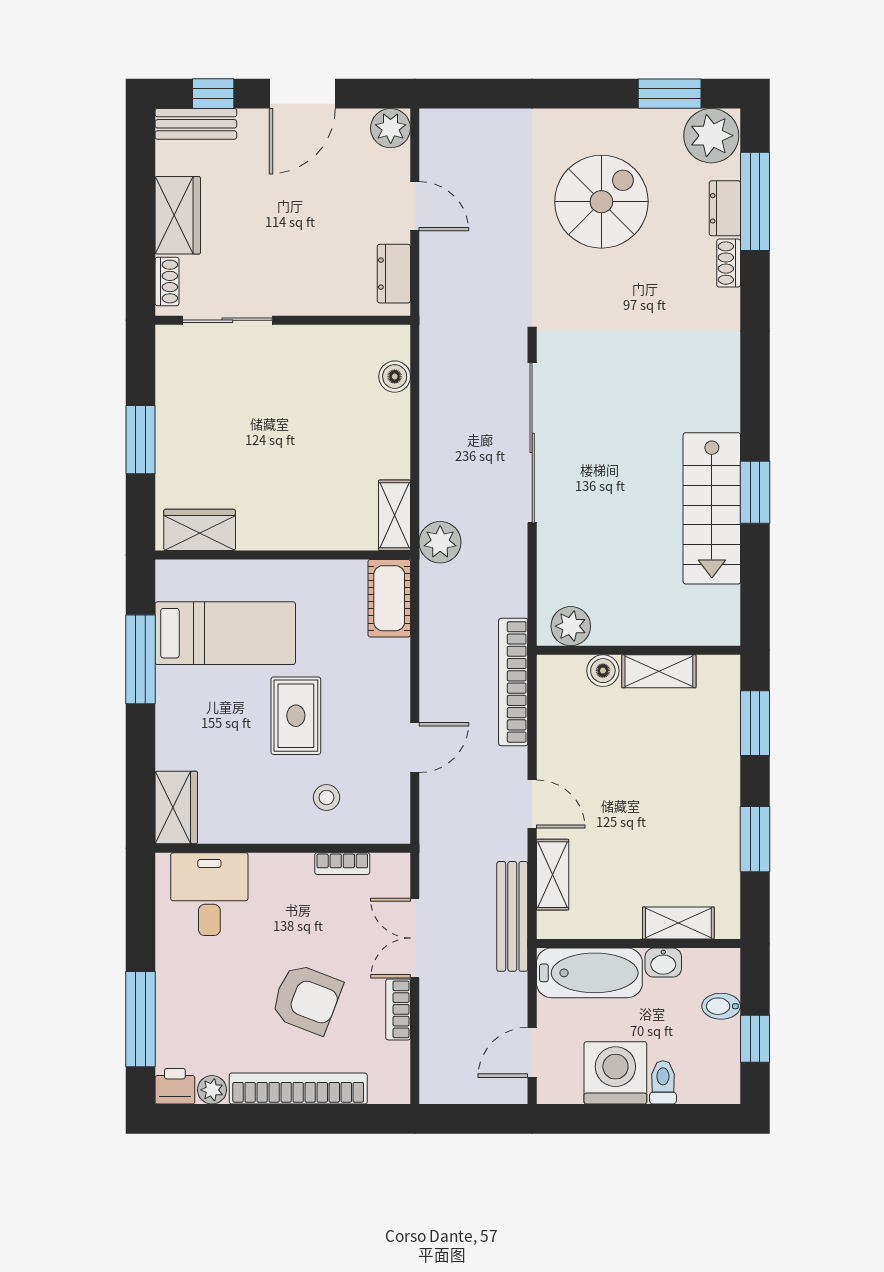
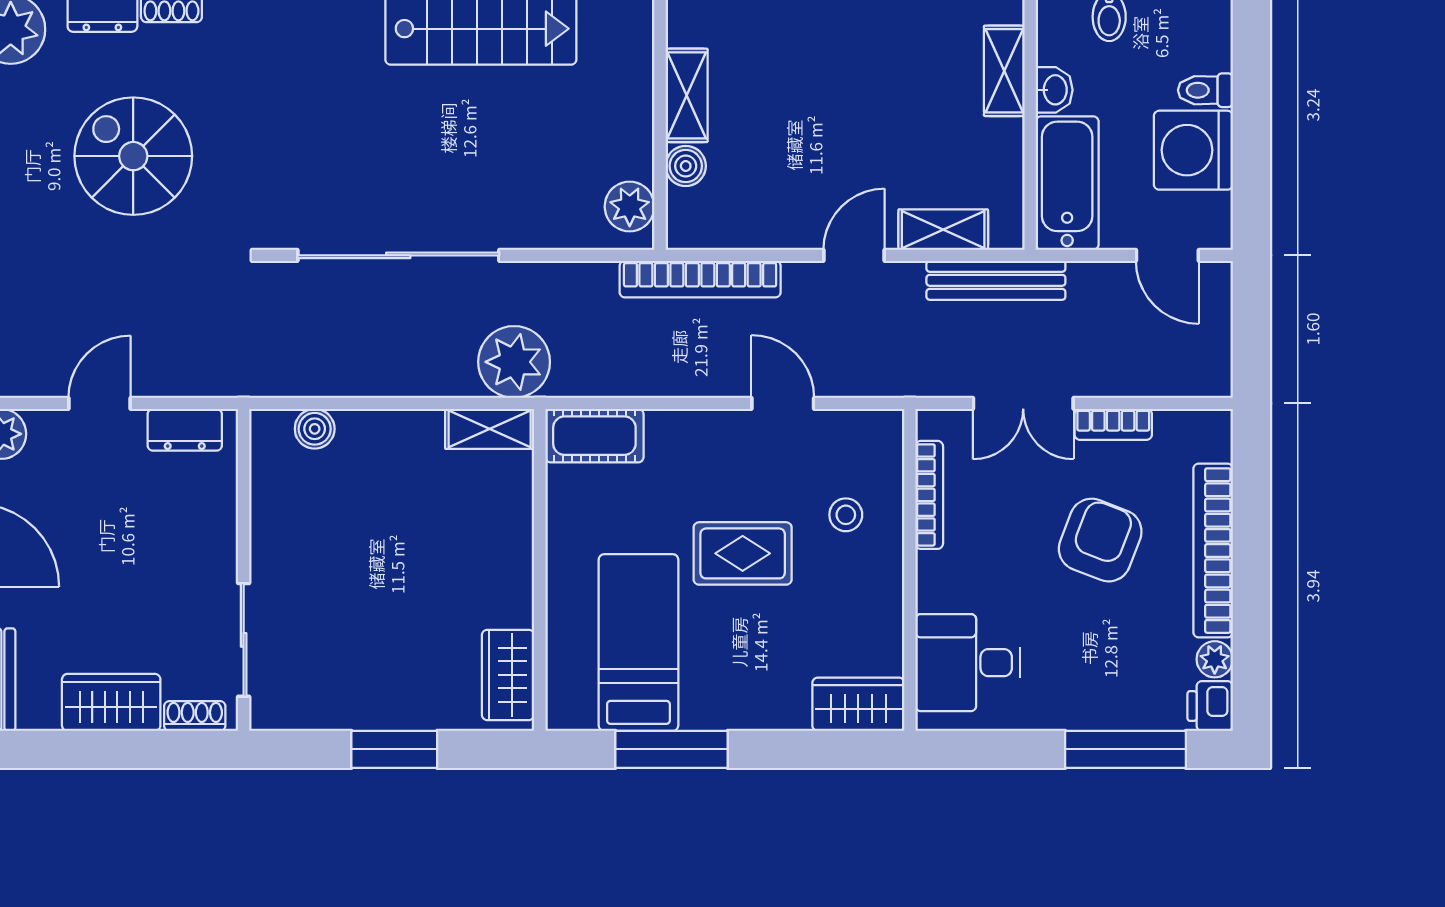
spiral stairs: (601, 202) -> (133, 156), moved
plant: (440, 542) -> (514, 362), width x1.36, depth x1.36
bookcase: (342, 864) -> (929, 495), width x1.56

